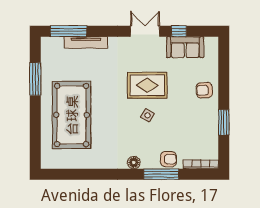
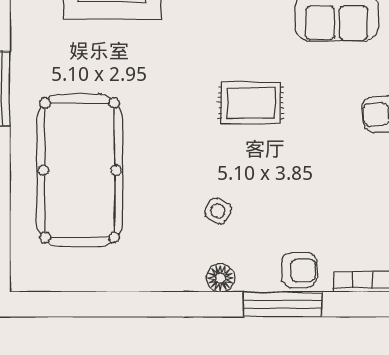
rug: (147, 85) -> (251, 103), width x0.73, depth x0.70
side table: (148, 115) -> (218, 211), moved

